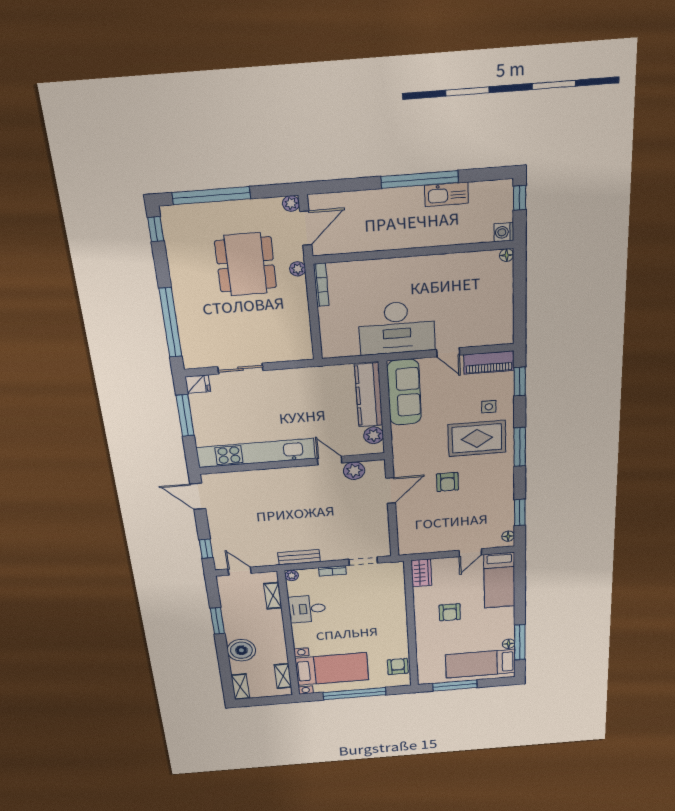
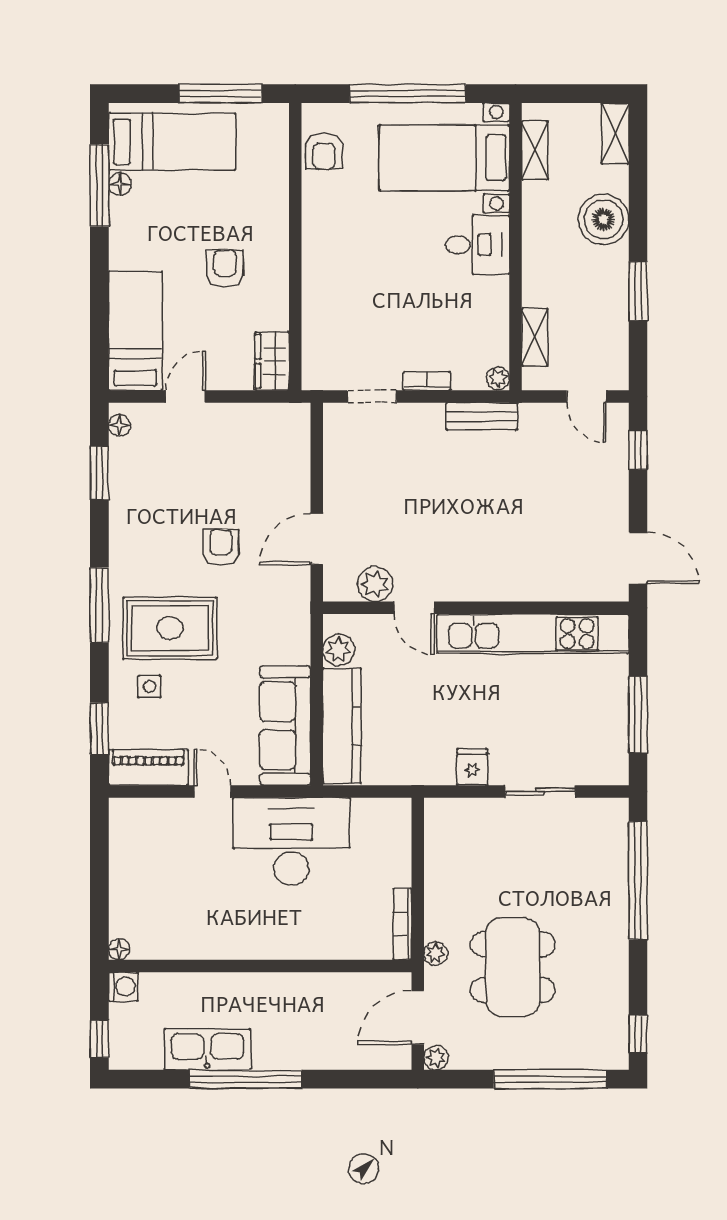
kitchen sink: (446, 194) -> (207, 1049), width x1.36, depth x1.24
fridge: (198, 384) -> (472, 767), moved, turned 90
desk: (307, 609) -> (478, 245), moved

